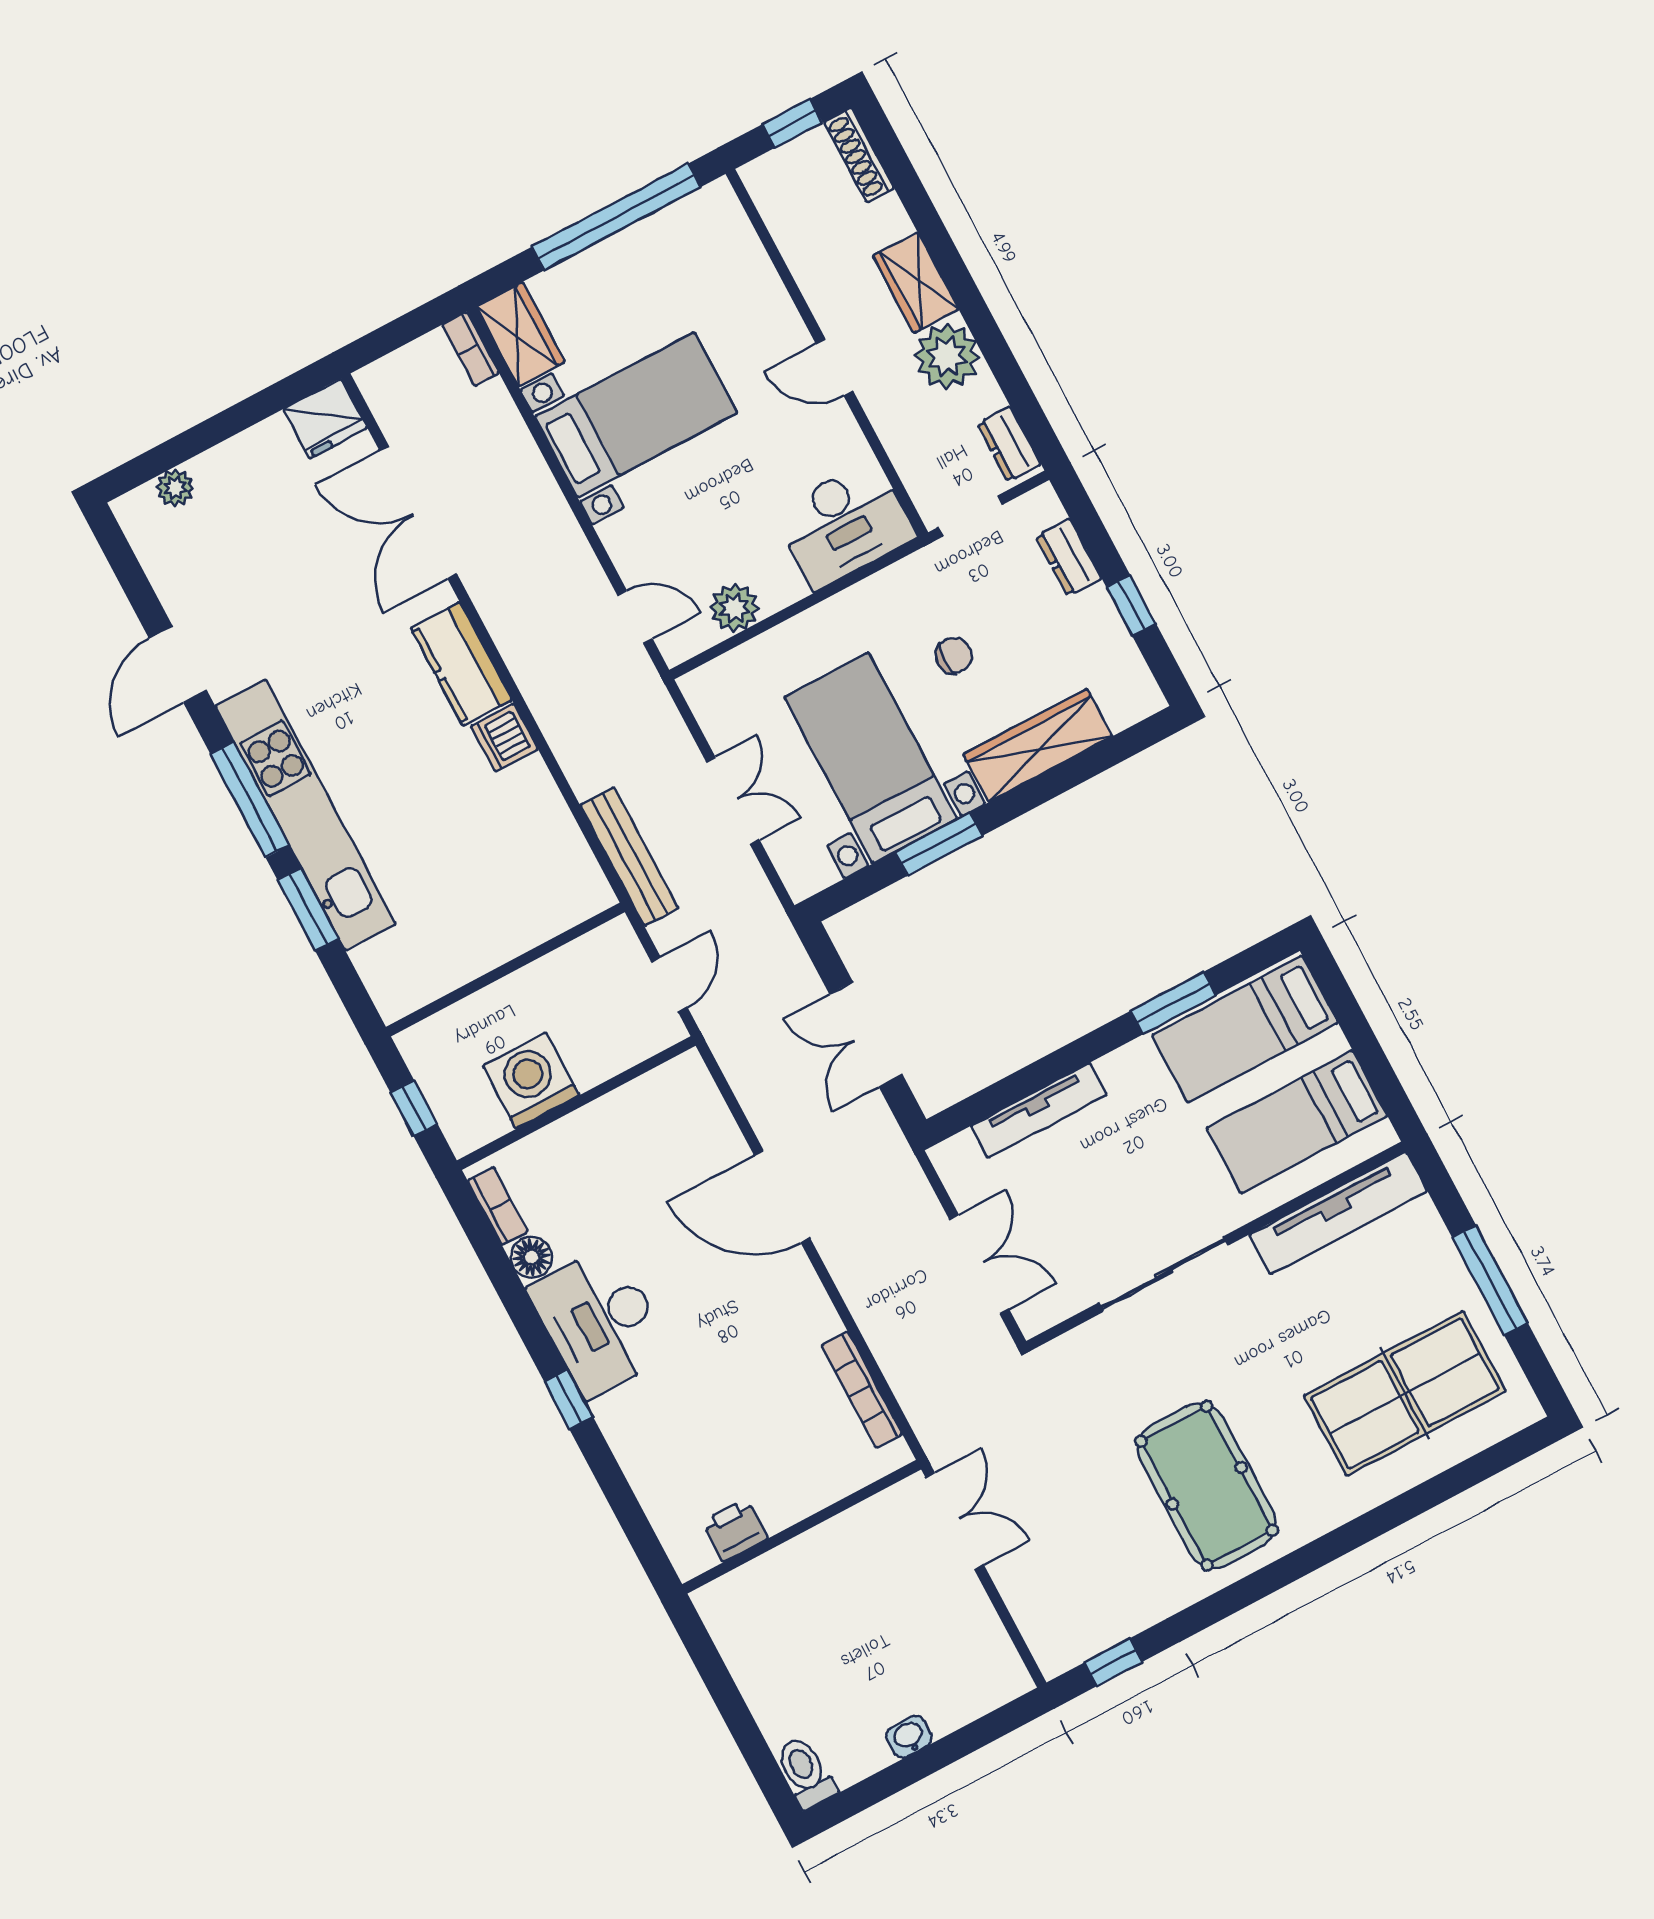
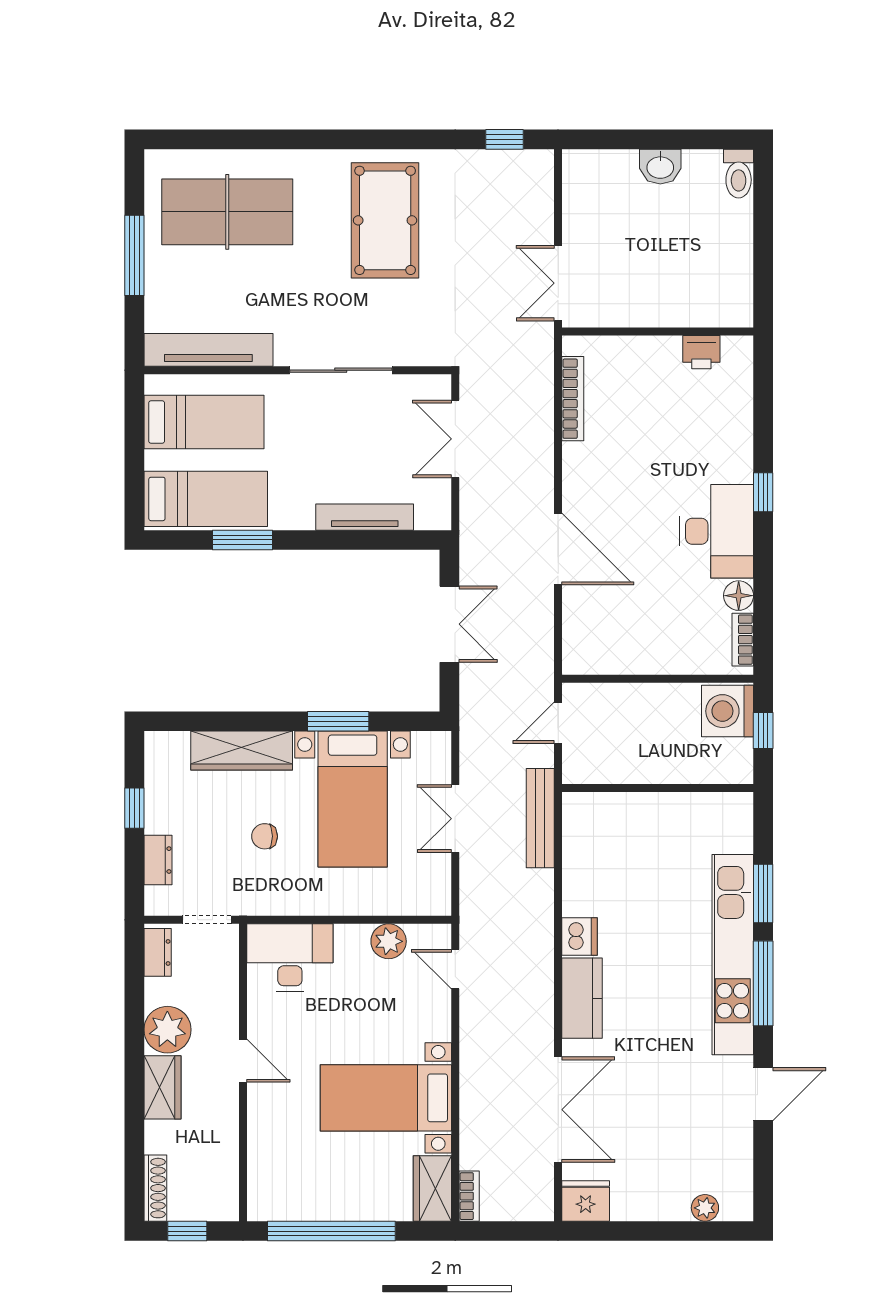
washing machine: (531, 1080) -> (728, 711), moved, turned 90
washbasin: (909, 1737) -> (660, 167), width x1.38, depth x1.45

